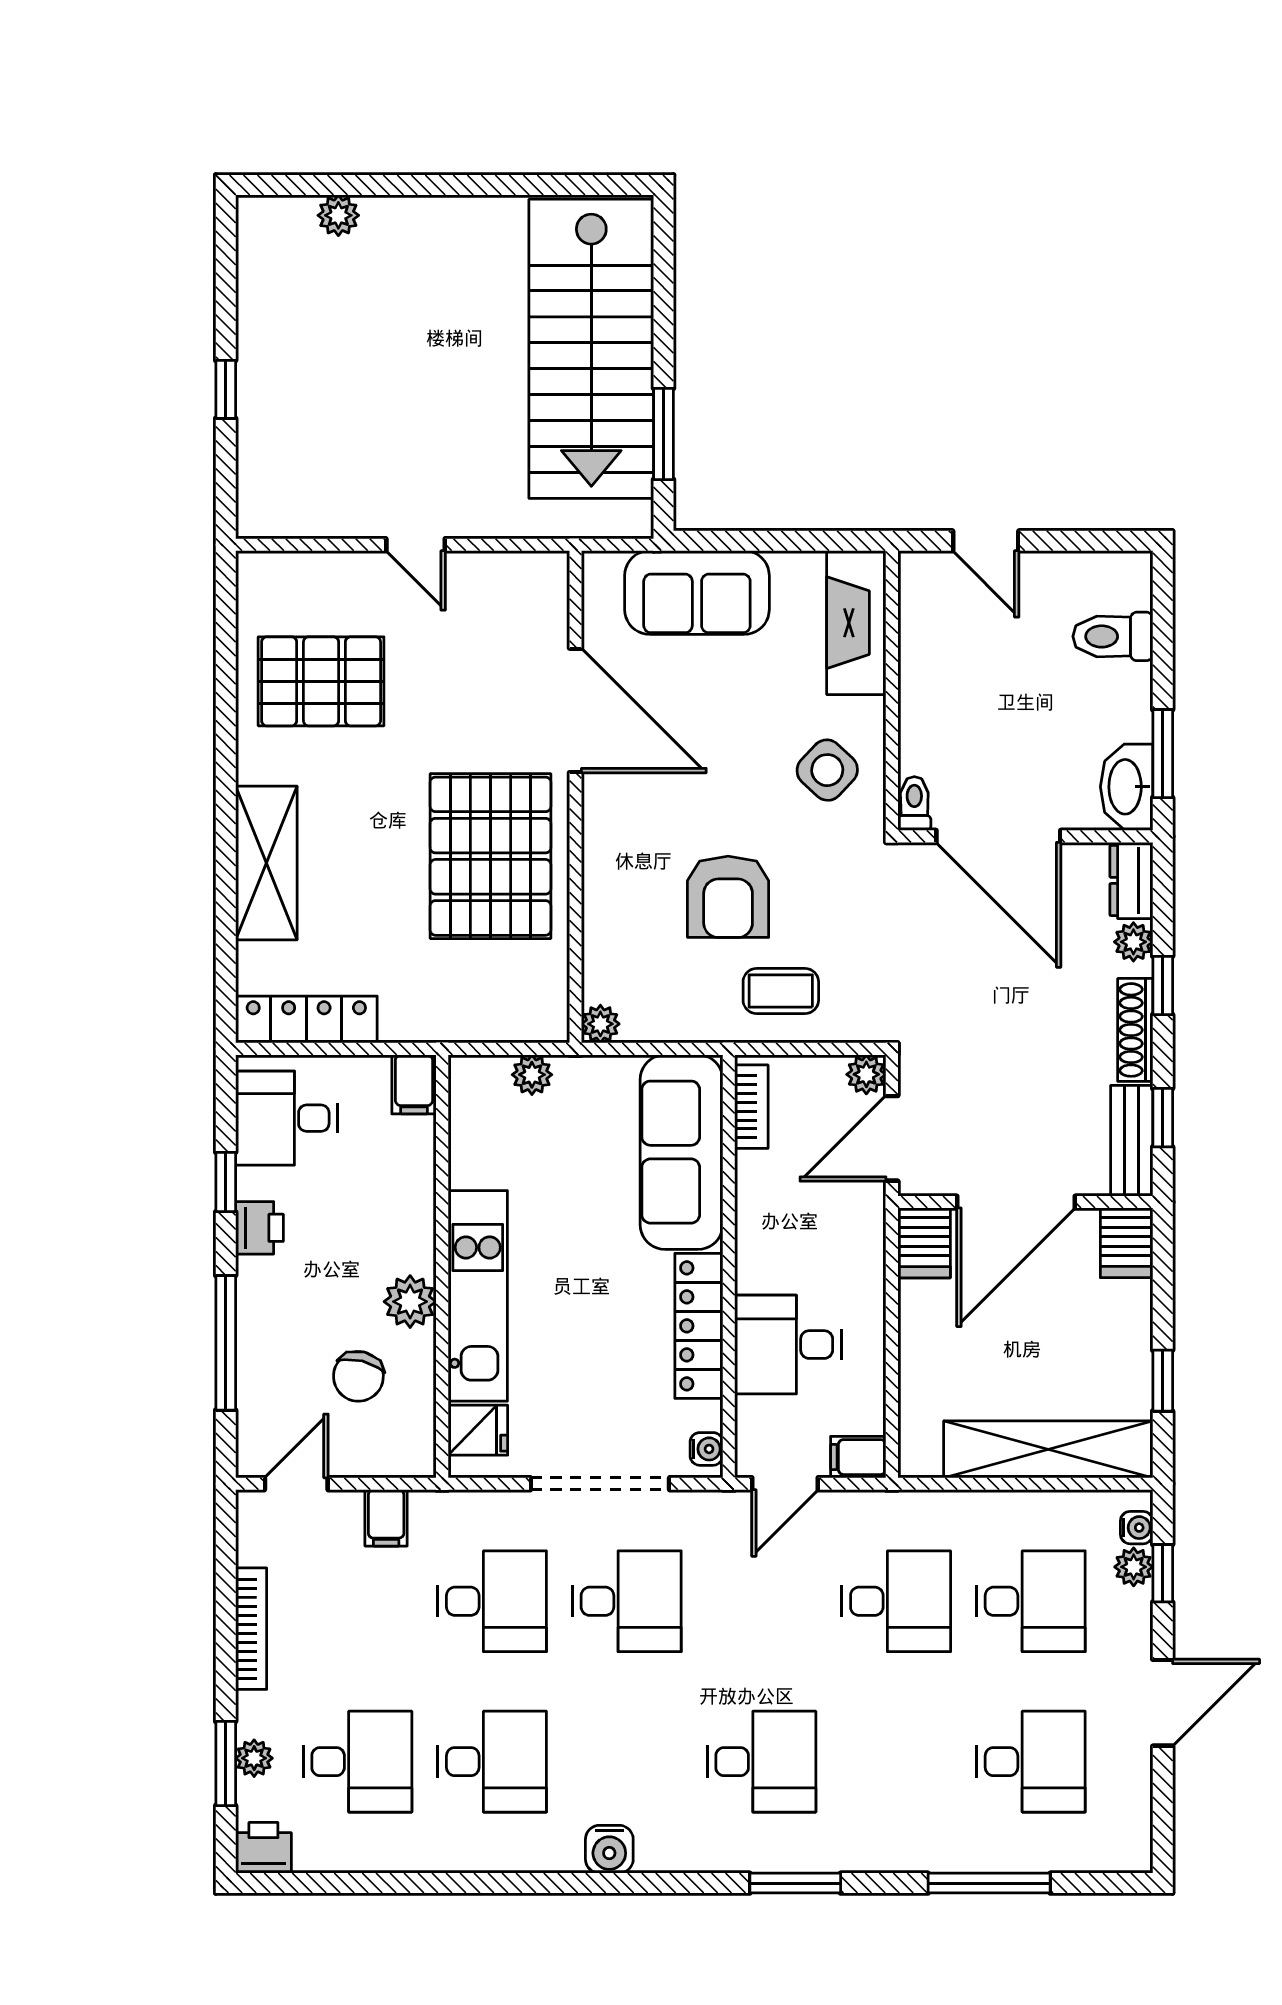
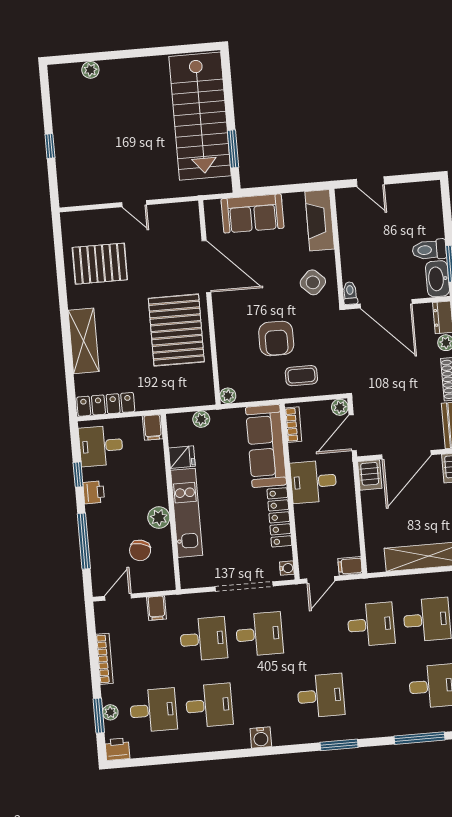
toilet: (1113, 636) -> (429, 250), moved
desk: (788, 1345) -> (313, 482), moved
fridge: (478, 1430) -> (182, 457), moved

